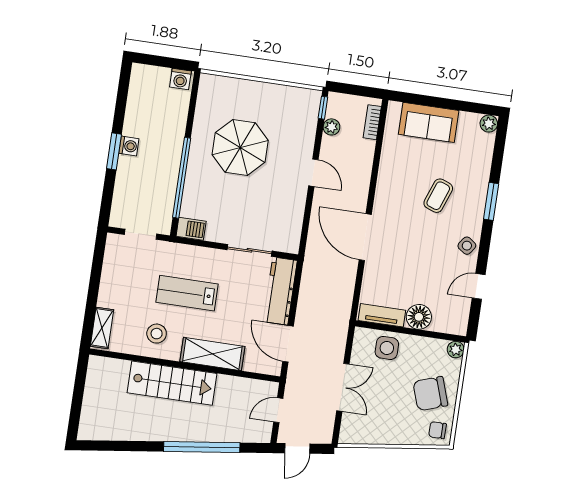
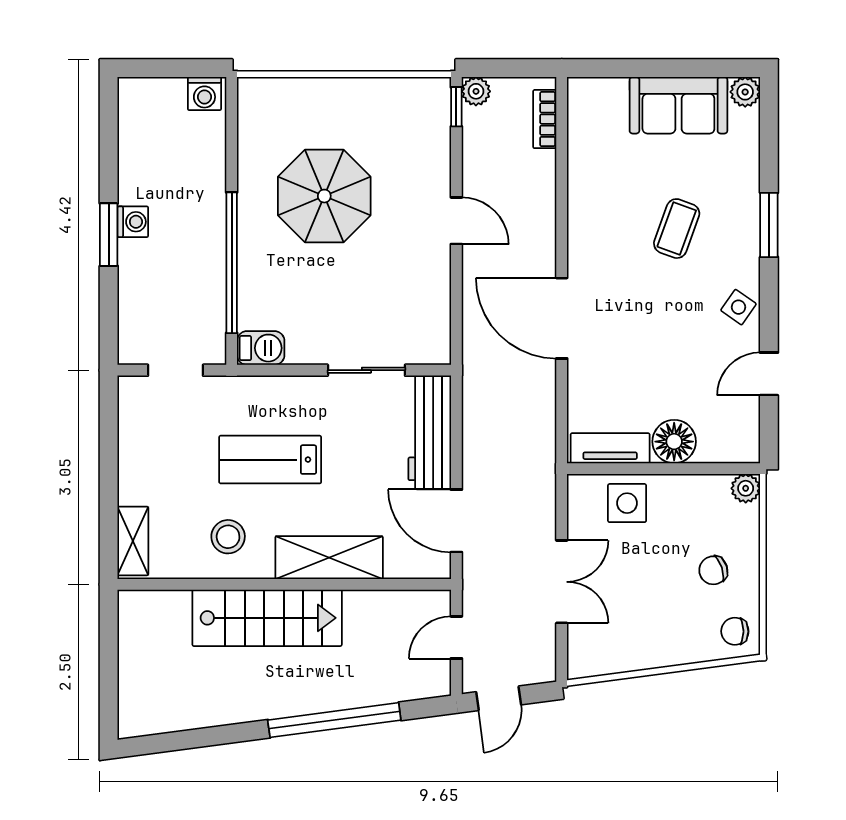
sofa: (429, 122) -> (678, 105), moved
plant: (331, 127) -> (476, 91), moved
chair: (430, 394) -> (713, 570), width x0.54, depth x0.54

